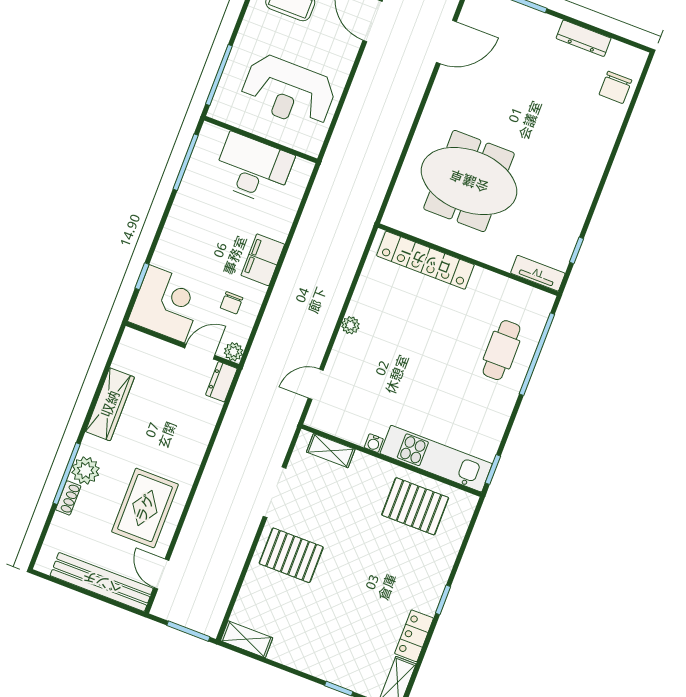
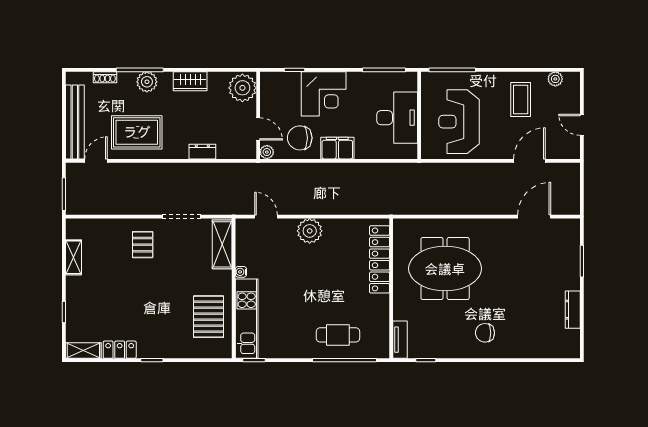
door: (446, 42) -> (534, 217), swing flipped
chair: (615, 87) -> (485, 333), moved
meeting table: (469, 181) -> (445, 269), turned 90
chair: (232, 303) -> (300, 138), width x1.87, depth x1.87
corner desk: (167, 304) -> (324, 94), moved
plant: (350, 325) -> (310, 231), width x1.88, depth x1.88
plant: (140, 352) -> (242, 88), added
dresser: (221, 382) -> (202, 152), moved
wardrobe: (110, 404) -> (190, 81), width x0.67
shelving: (331, 451) -> (222, 244), width x1.50, depth x1.33
shoe rack: (68, 498) -> (105, 77), moved
pallet: (291, 555) -> (143, 245), width x0.67, depth x0.71
shelving: (247, 639) -> (74, 257), moved

